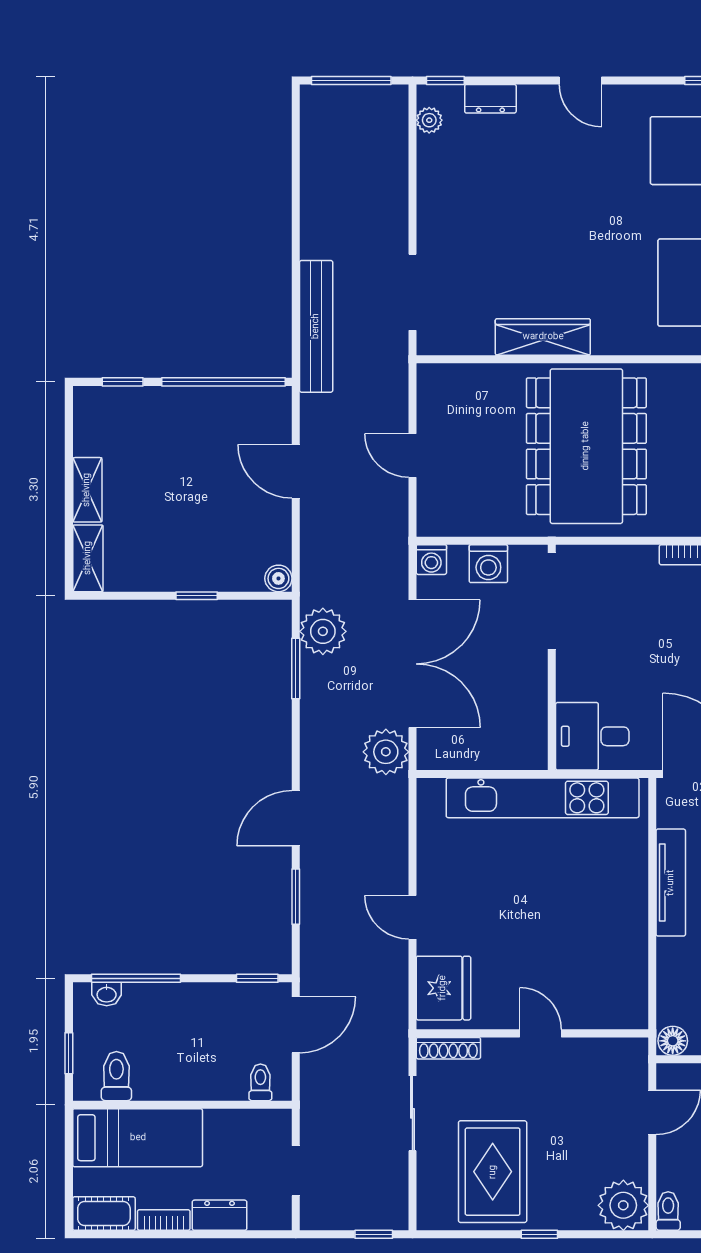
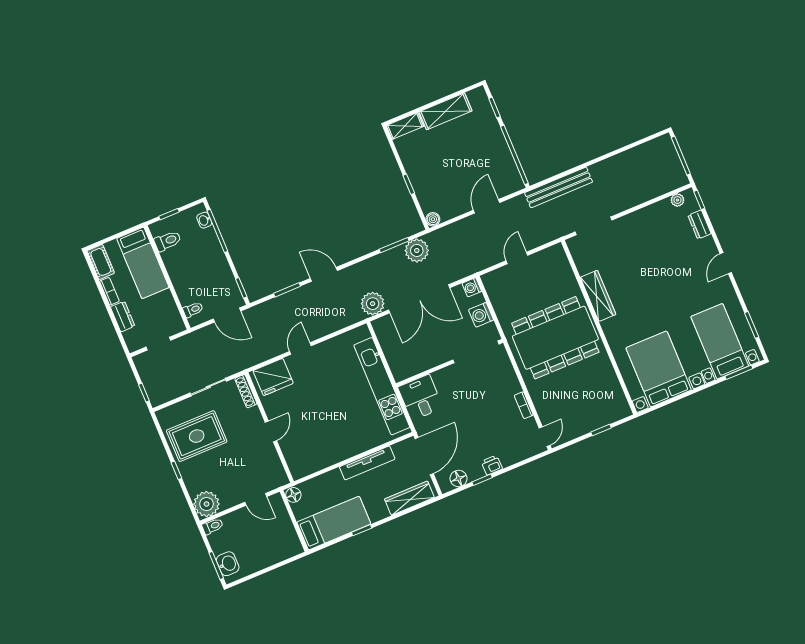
shelving: (87, 490) -> (445, 111), width x1.50, depth x1.33

